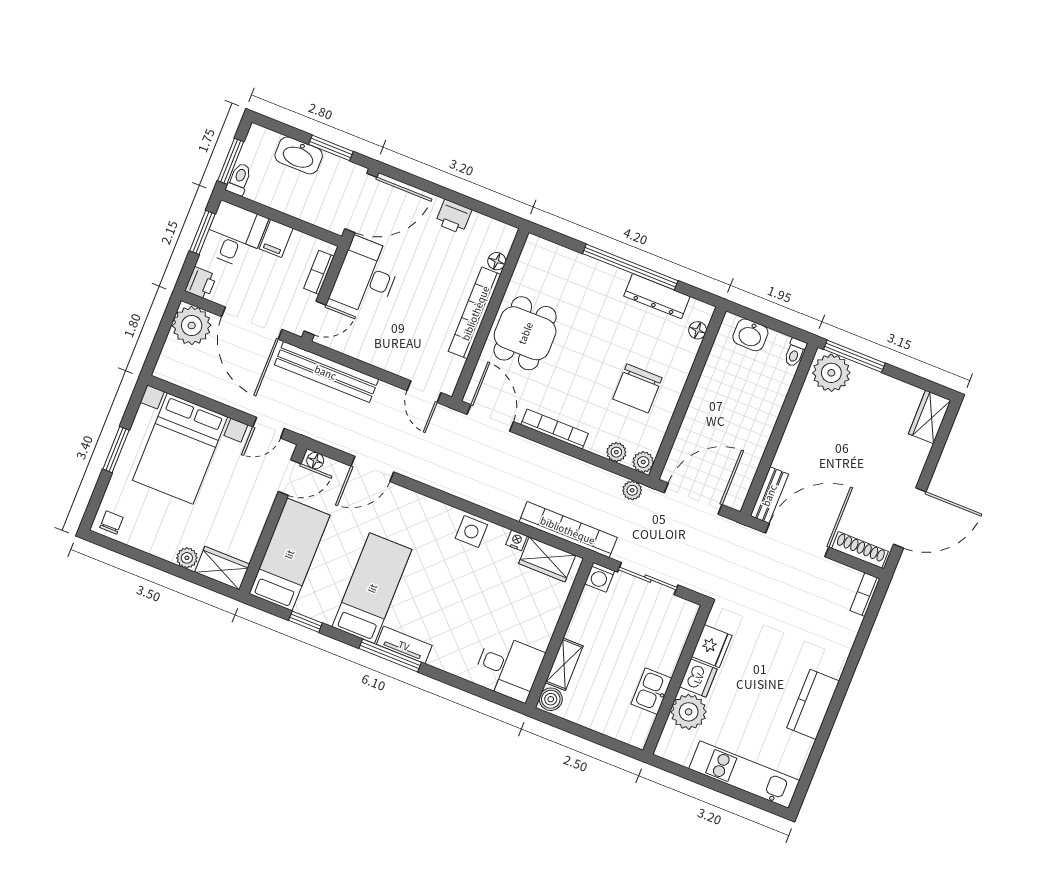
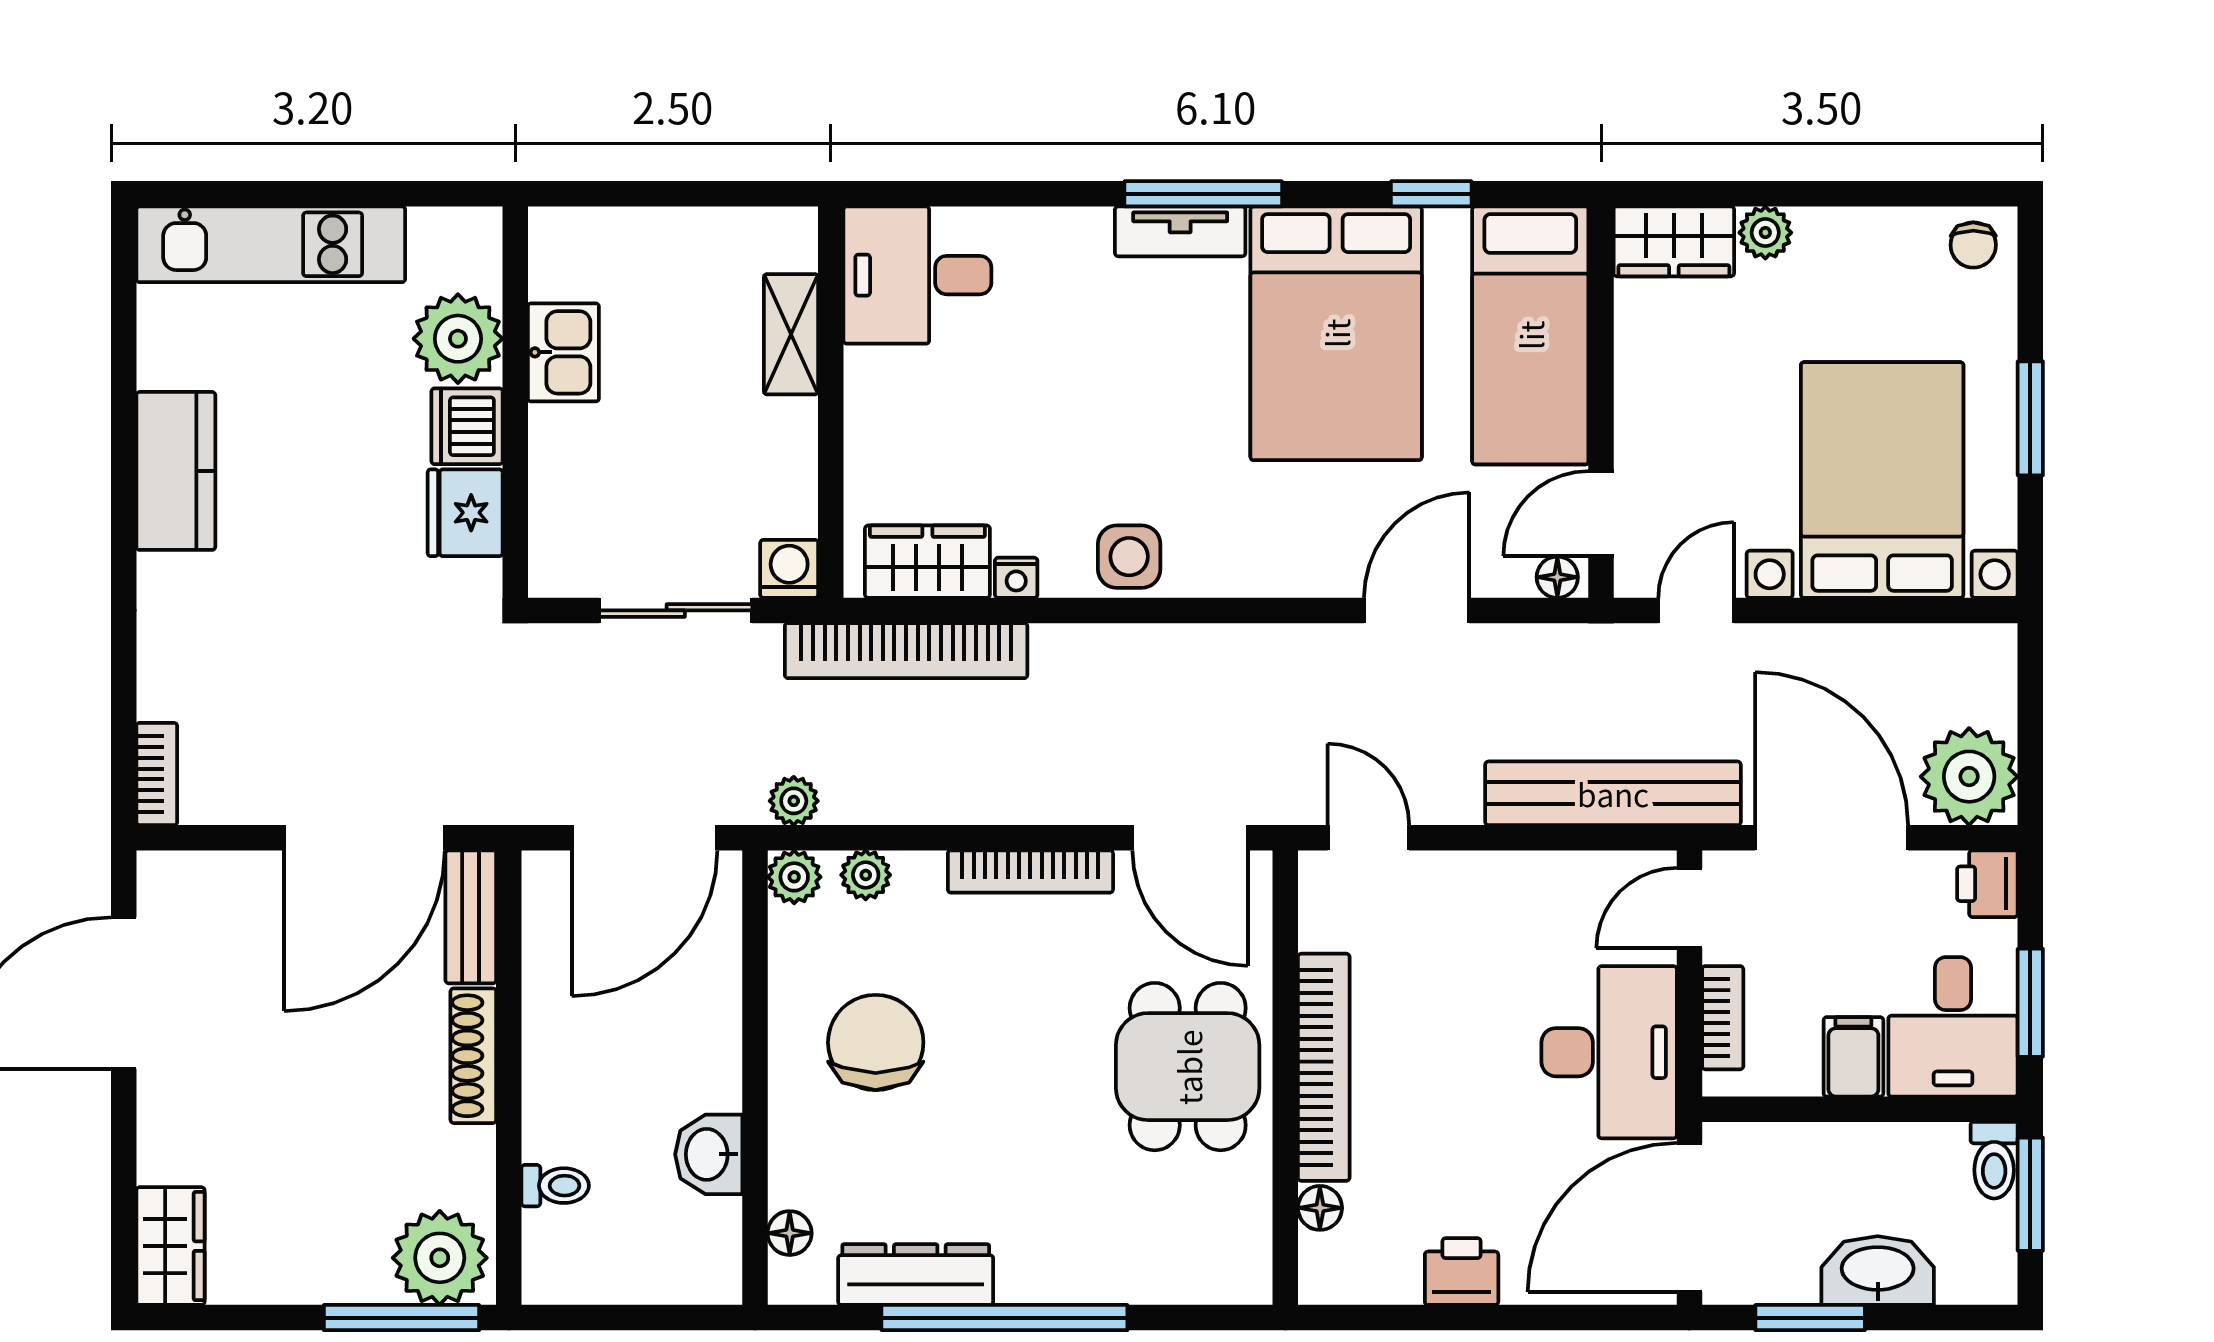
washbasin: (750, 335) -> (709, 1154), moved, turned -90
toilet: (795, 353) -> (555, 1186), moved, turned 90
shoe rack: (860, 550) -> (473, 1056), moved, turned 90
bed: (372, 588) -> (1336, 333), width x1.50
boiler: (551, 699) -> (790, 241), removed

